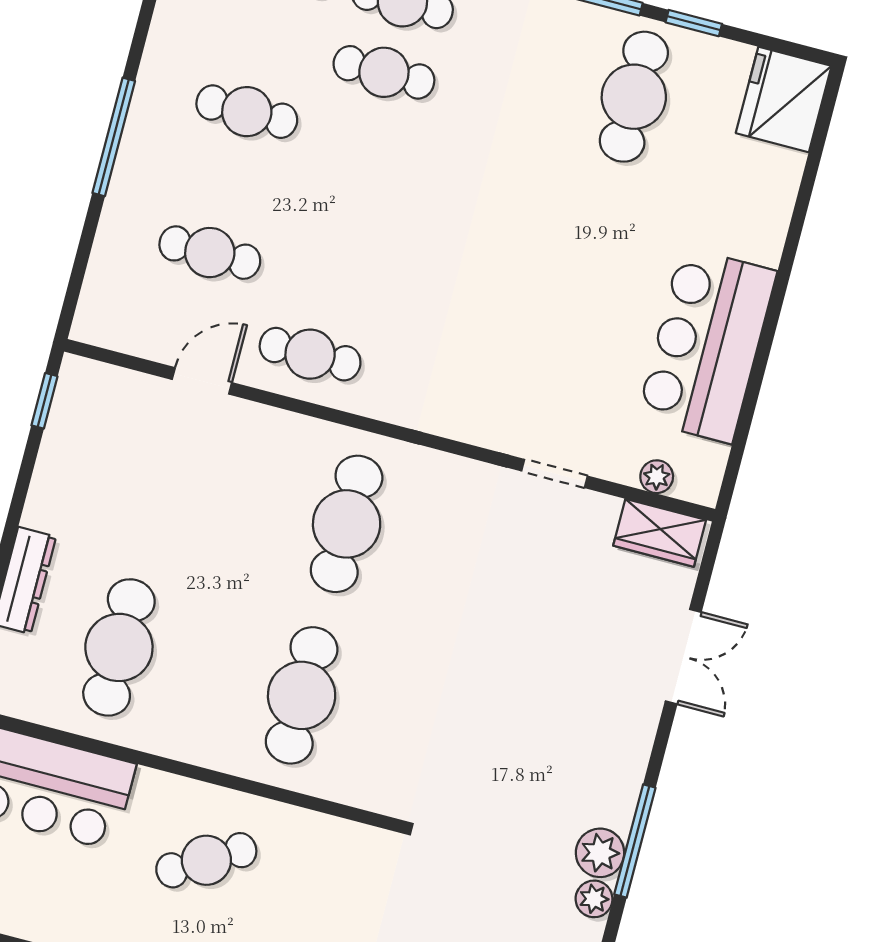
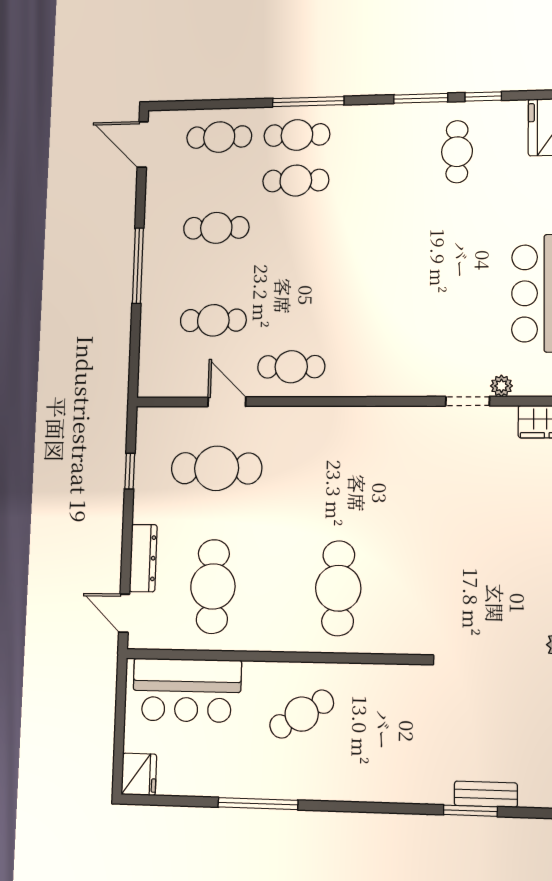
cafe table: (634, 97) -> (457, 152), width x0.73, depth x0.74
door: (202, 381) -> (227, 402), hinge flipped
window: (44, 401) -> (130, 471), moved
plant: (657, 477) -> (501, 386), moved
cafe table: (347, 524) -> (217, 468), moved, turned 90

